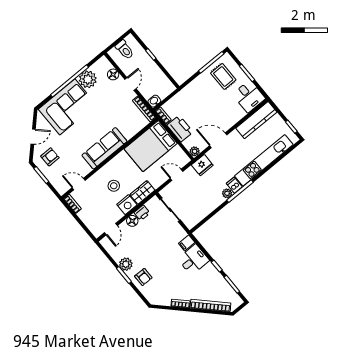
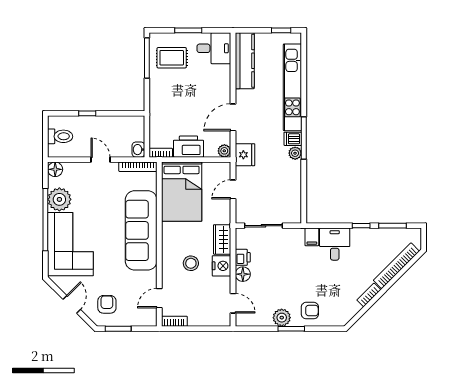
floor lamp: (113, 74) -> (55, 169), moved
sofa: (104, 148) -> (141, 230), width x1.36, depth x1.27

